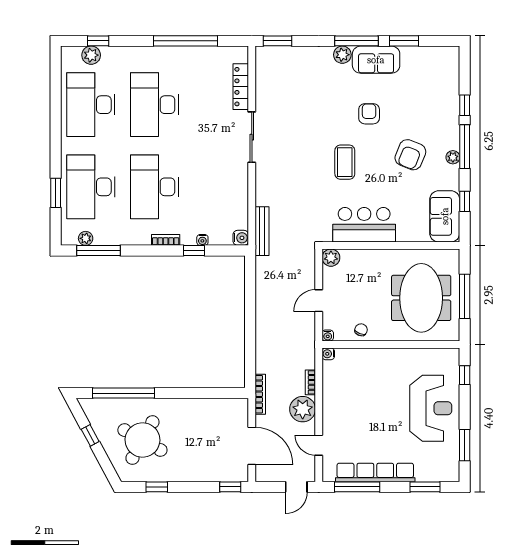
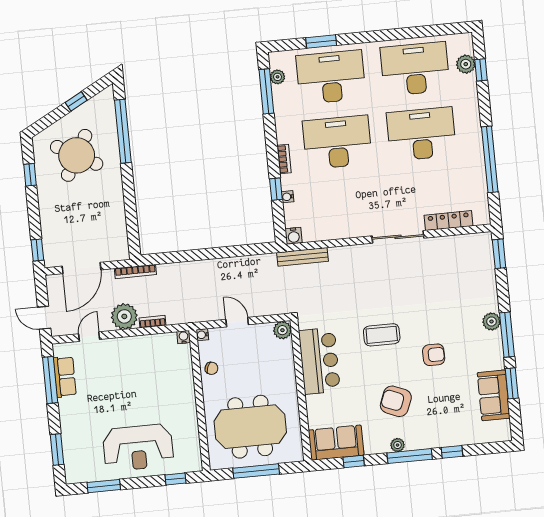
sofa: (376, 60) -> (494, 395), moved
row of seats: (375, 472) -> (65, 377), width x0.50

